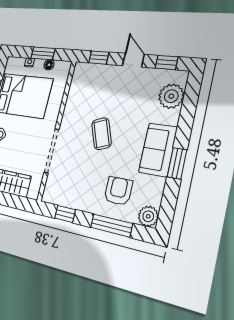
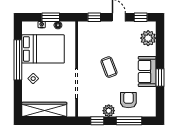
plant: (148, 216) -> (109, 111), moved

